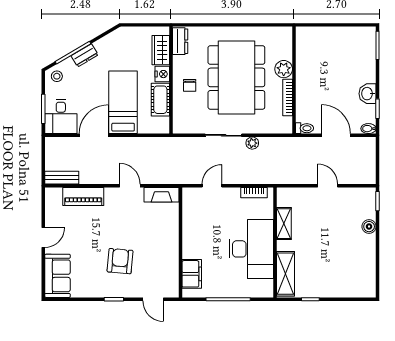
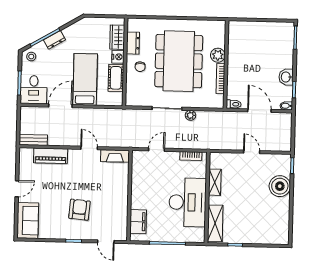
dresser: (180, 41) -> (133, 43), moved
boiler: (369, 227) -> (280, 186), width x1.86, depth x1.86

